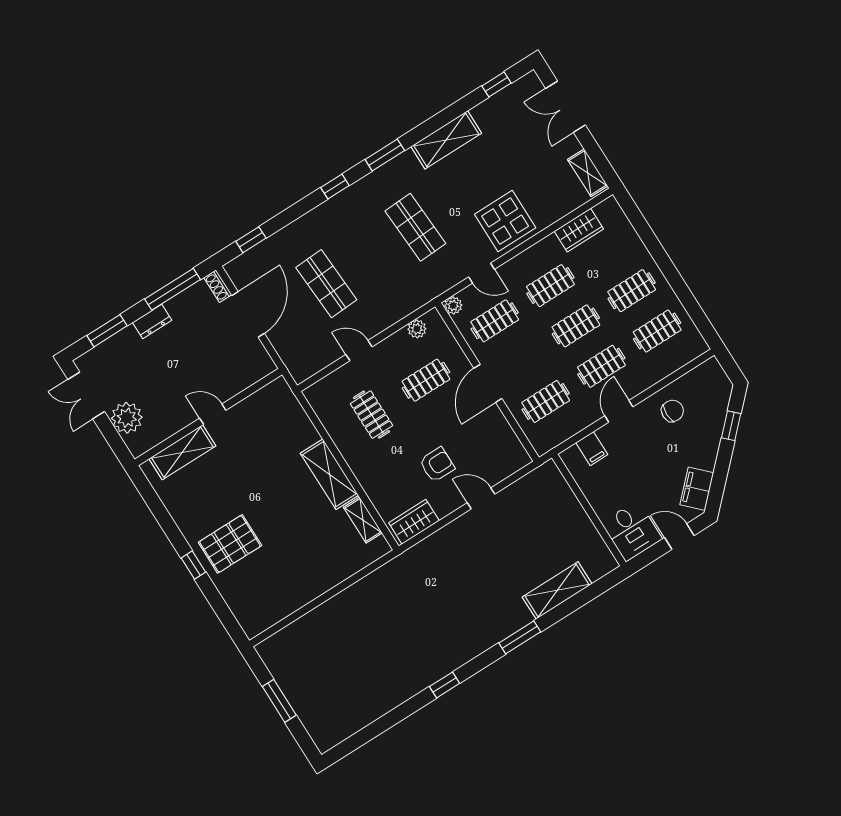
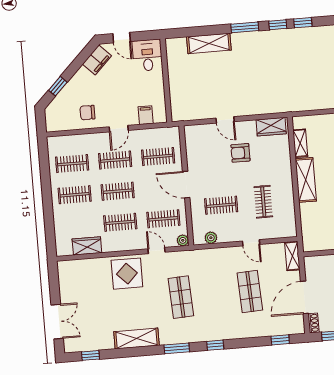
shelving: (588, 173) -> (292, 256), moved
door: (488, 383) -> (186, 185), swing flipped
window: (477, 664) -> (278, 25), added

